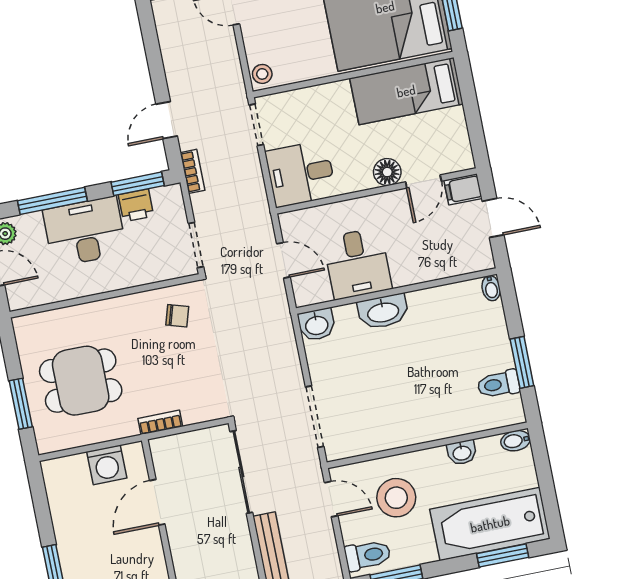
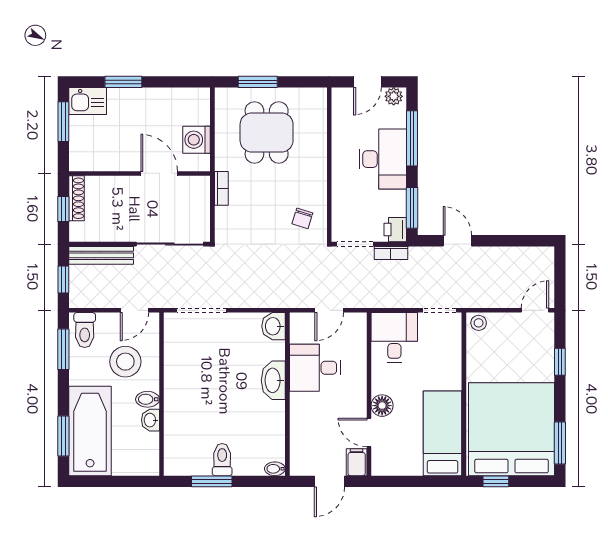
bookcase: (193, 171) -> (391, 253), moved
printer: (136, 205) -> (395, 230), moved
toilet: (499, 384) -> (222, 460), moved
bidet: (515, 441) -> (148, 399), moved, turned -90

